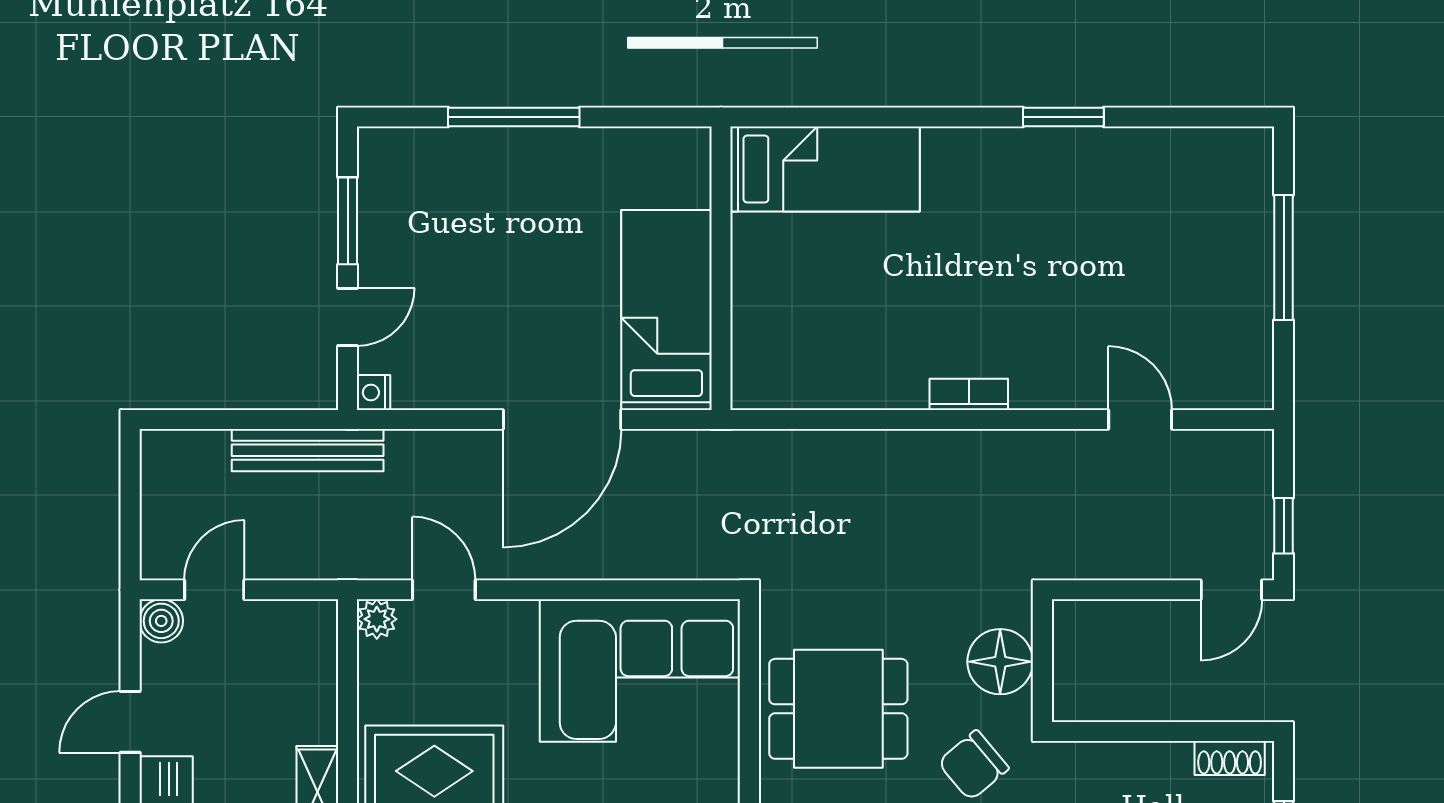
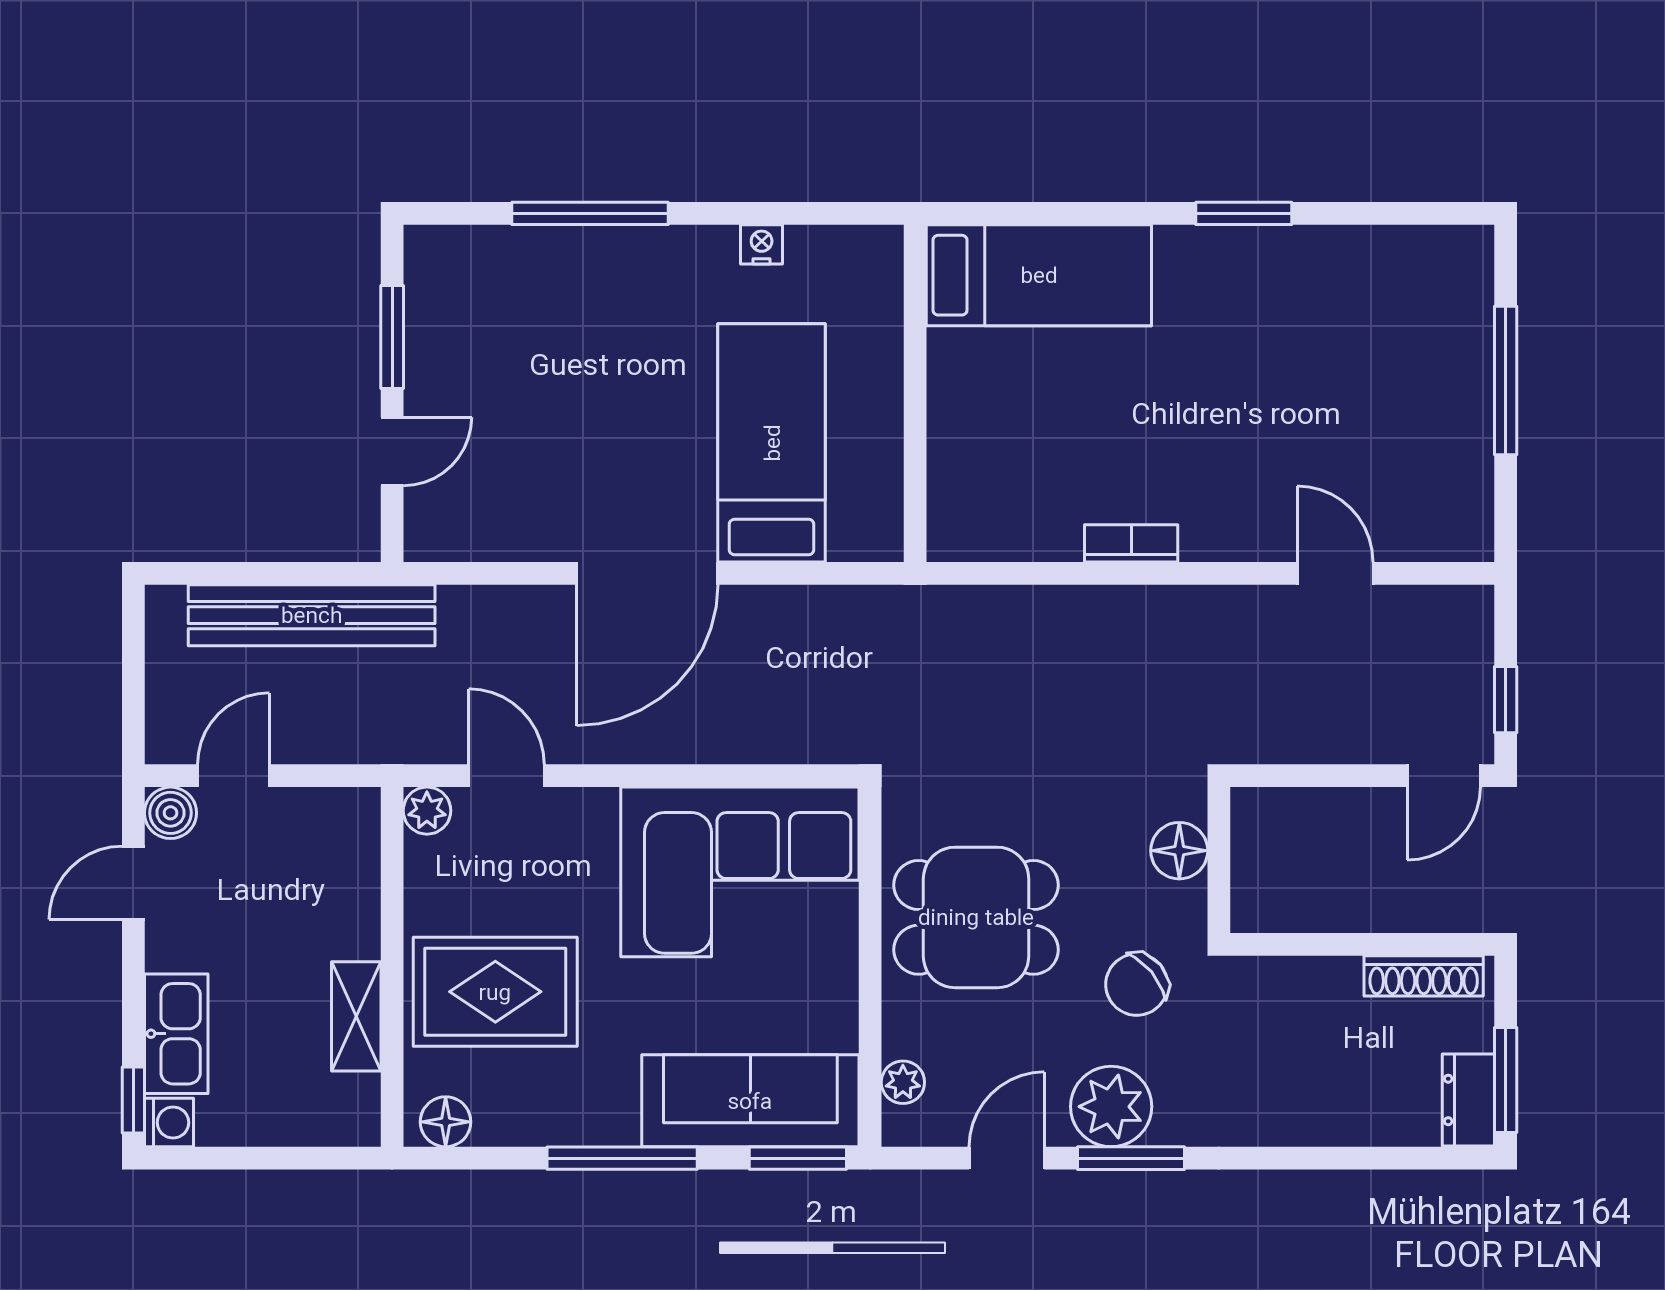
bed: (825, 169) -> (1039, 275), moved
wall: (721, 268) -> (915, 393), moved
nightstand: (374, 393) -> (762, 244), moved, turned 90
bench: (308, 450) -> (312, 615), width x1.37, depth x1.21
floor lamp: (1000, 662) -> (1179, 851), width x0.73, depth x0.73
door: (130, 722) -> (133, 883), moved
shoe rack: (1230, 758) -> (1424, 976), width x1.43

